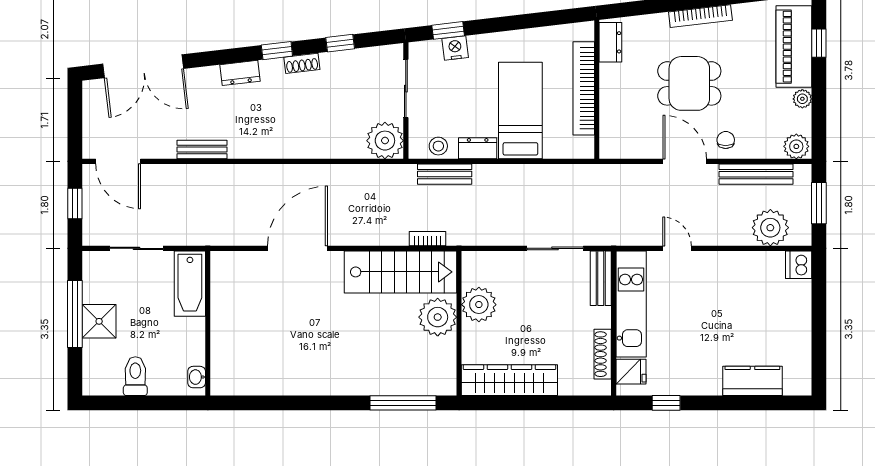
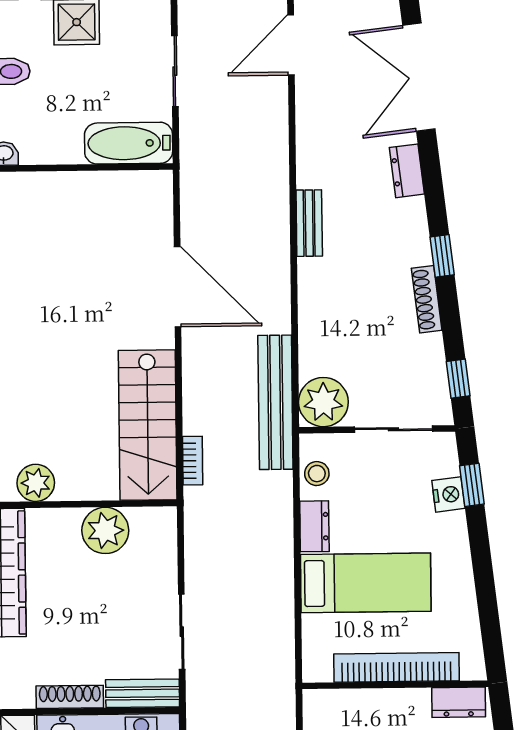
window: (340, 43) -> (458, 379), moved
shoe rack: (302, 63) -> (427, 299), width x1.43
dresser: (240, 73) -> (407, 171), moved
bench: (202, 150) -> (309, 223), moved
bench: (445, 174) -> (275, 402), moved, width x1.86, depth x1.21
plant: (438, 317) -> (36, 483), moved, width x0.73, depth x0.73
shoe rack: (603, 354) -> (70, 697), moved

